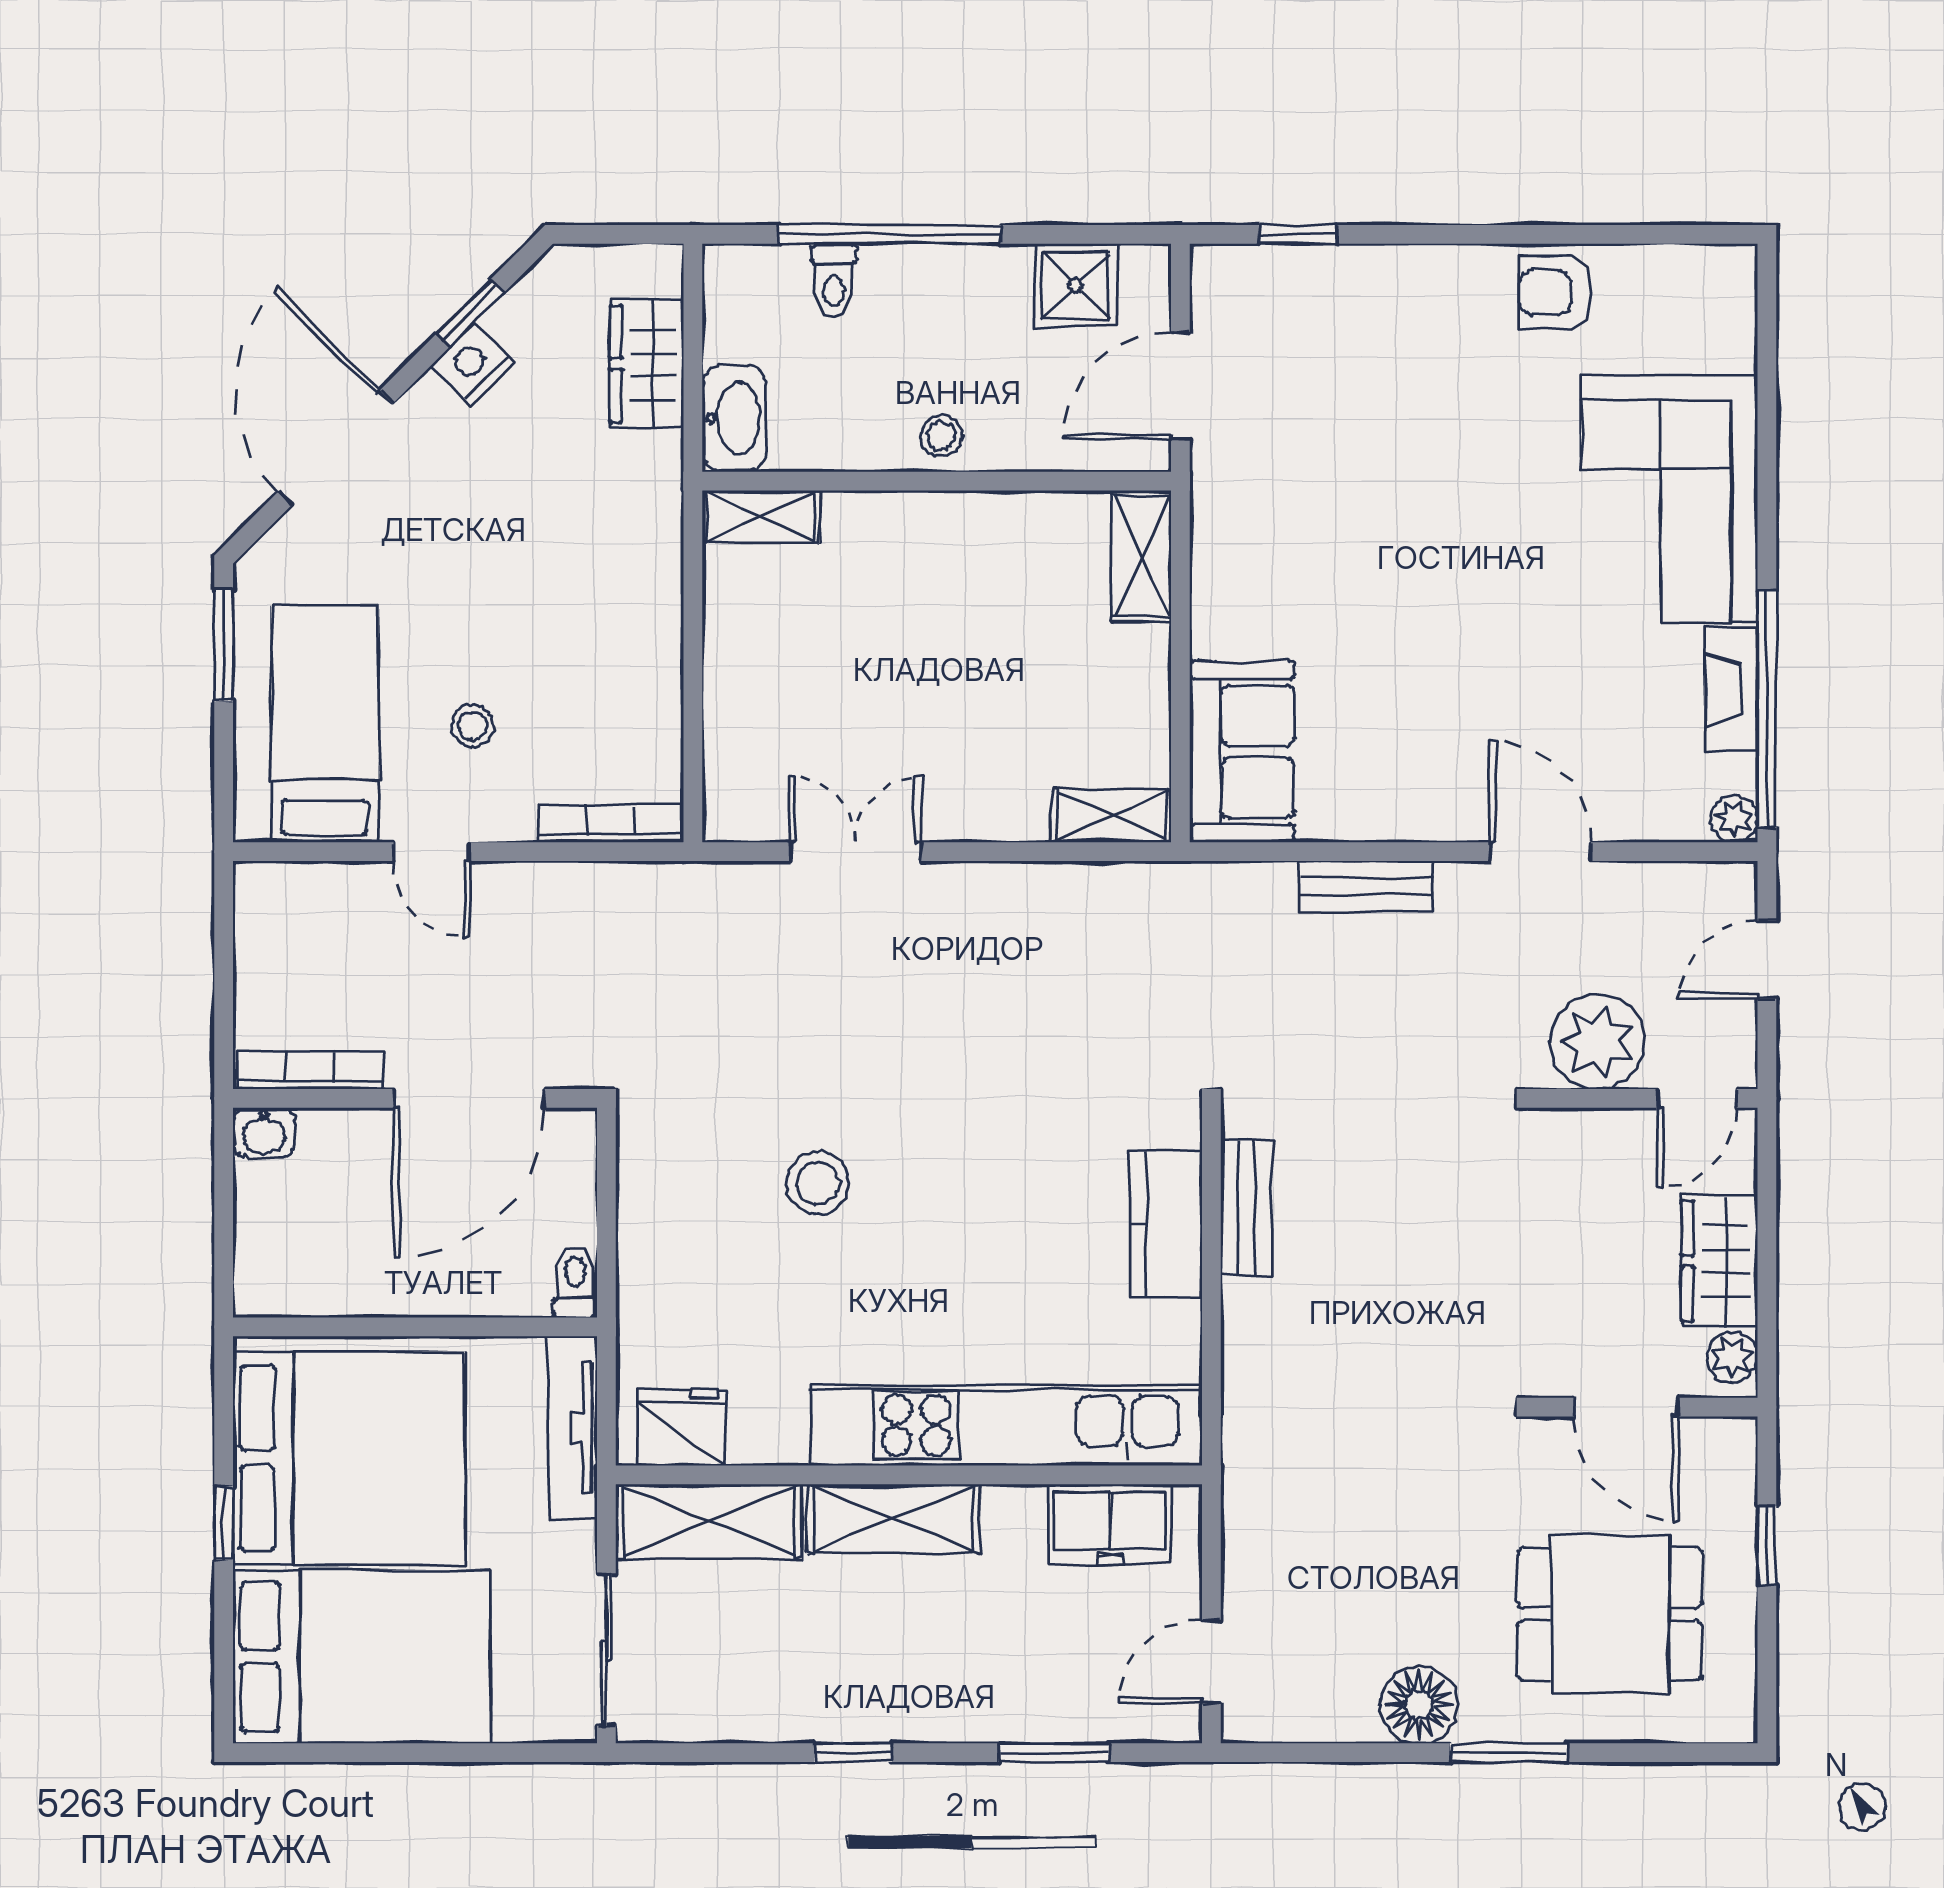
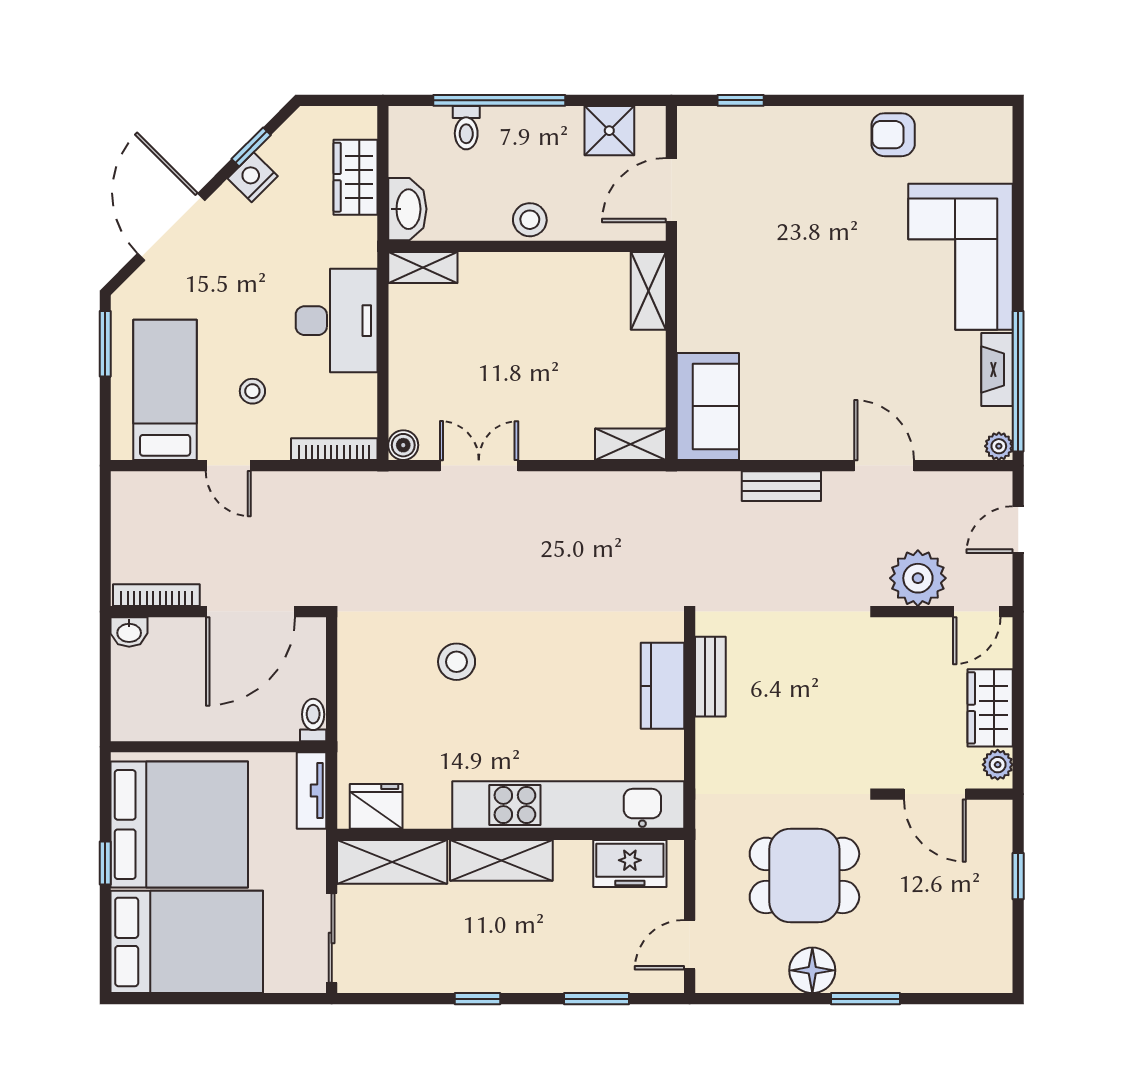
stool: (941, 436) -> (530, 220), width x1.37, depth x1.37
desk: (615, 607) -> (337, 321), added
boiler: (727, 817) -> (403, 445), added
tv unit: (572, 1427) -> (312, 791), width x0.71
dining table: (1610, 1614) -> (804, 875), moved

